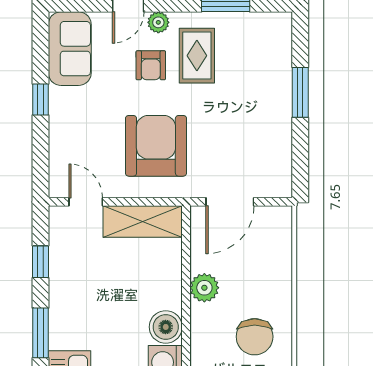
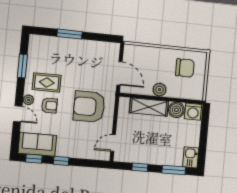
window: (41, 44) -> (34, 159), added
shelving: (143, 222) -> (149, 107), moved, turned 90

